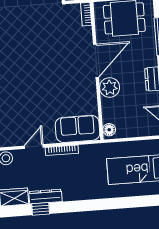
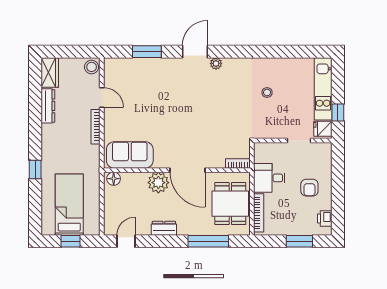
sofa: (78, 129) -> (130, 155), moved, turned -90
window: (41, 209) -> (35, 169), moved

